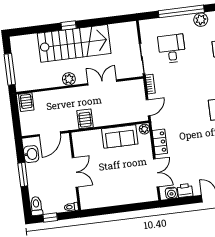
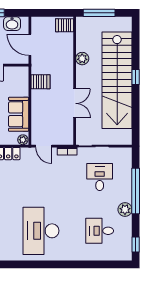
stairs: (74, 43) -> (117, 80), width x1.36
desk: (172, 49) -> (100, 177), turned -90
plant: (69, 79) -> (82, 59), moved

